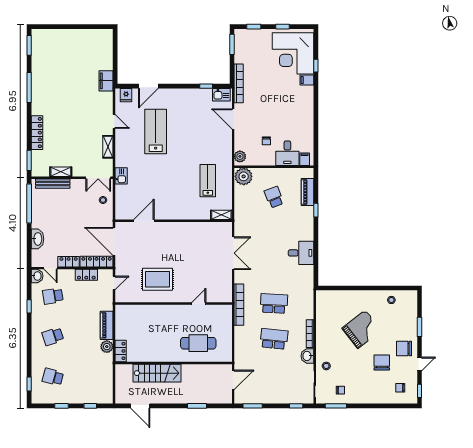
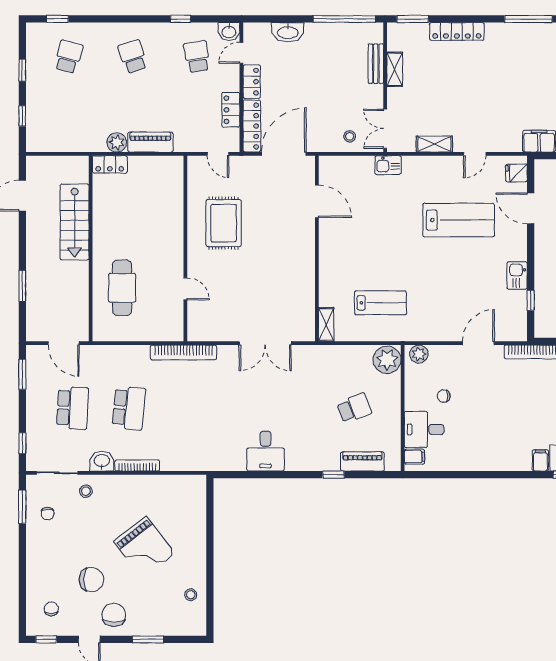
kitchen sink: (221, 95) -> (517, 275), moved
bench: (53, 184) -> (376, 64), width x0.73
school desk: (274, 303) -> (73, 408), moved

